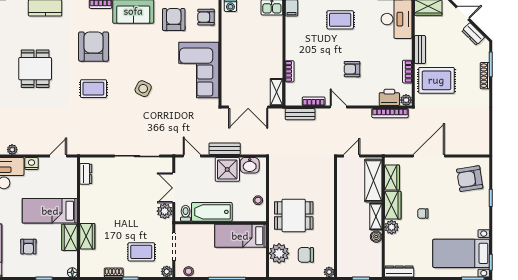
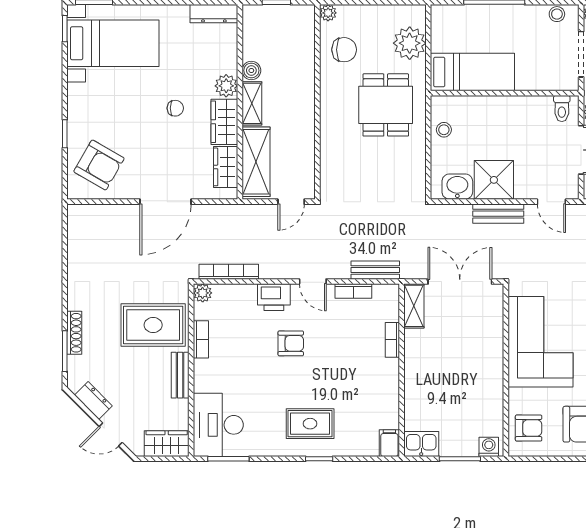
printer: (389, 97) -> (274, 297), moved
armchair: (470, 179) -> (99, 165), turned 39
bathtub: (212, 212) -> (519, 111), removed
dining table: (294, 215) -> (386, 105), turned 90
chair: (306, 255) -> (344, 50), moved

